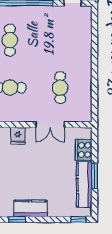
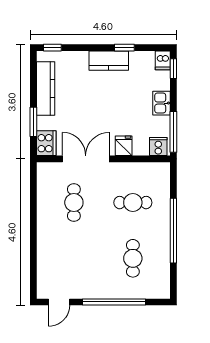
double door: (50, 125) -> (86, 159), width x1.37
cooker: (84, 150) -> (46, 143), moved
window: (95, 176) -> (33, 122), moved

